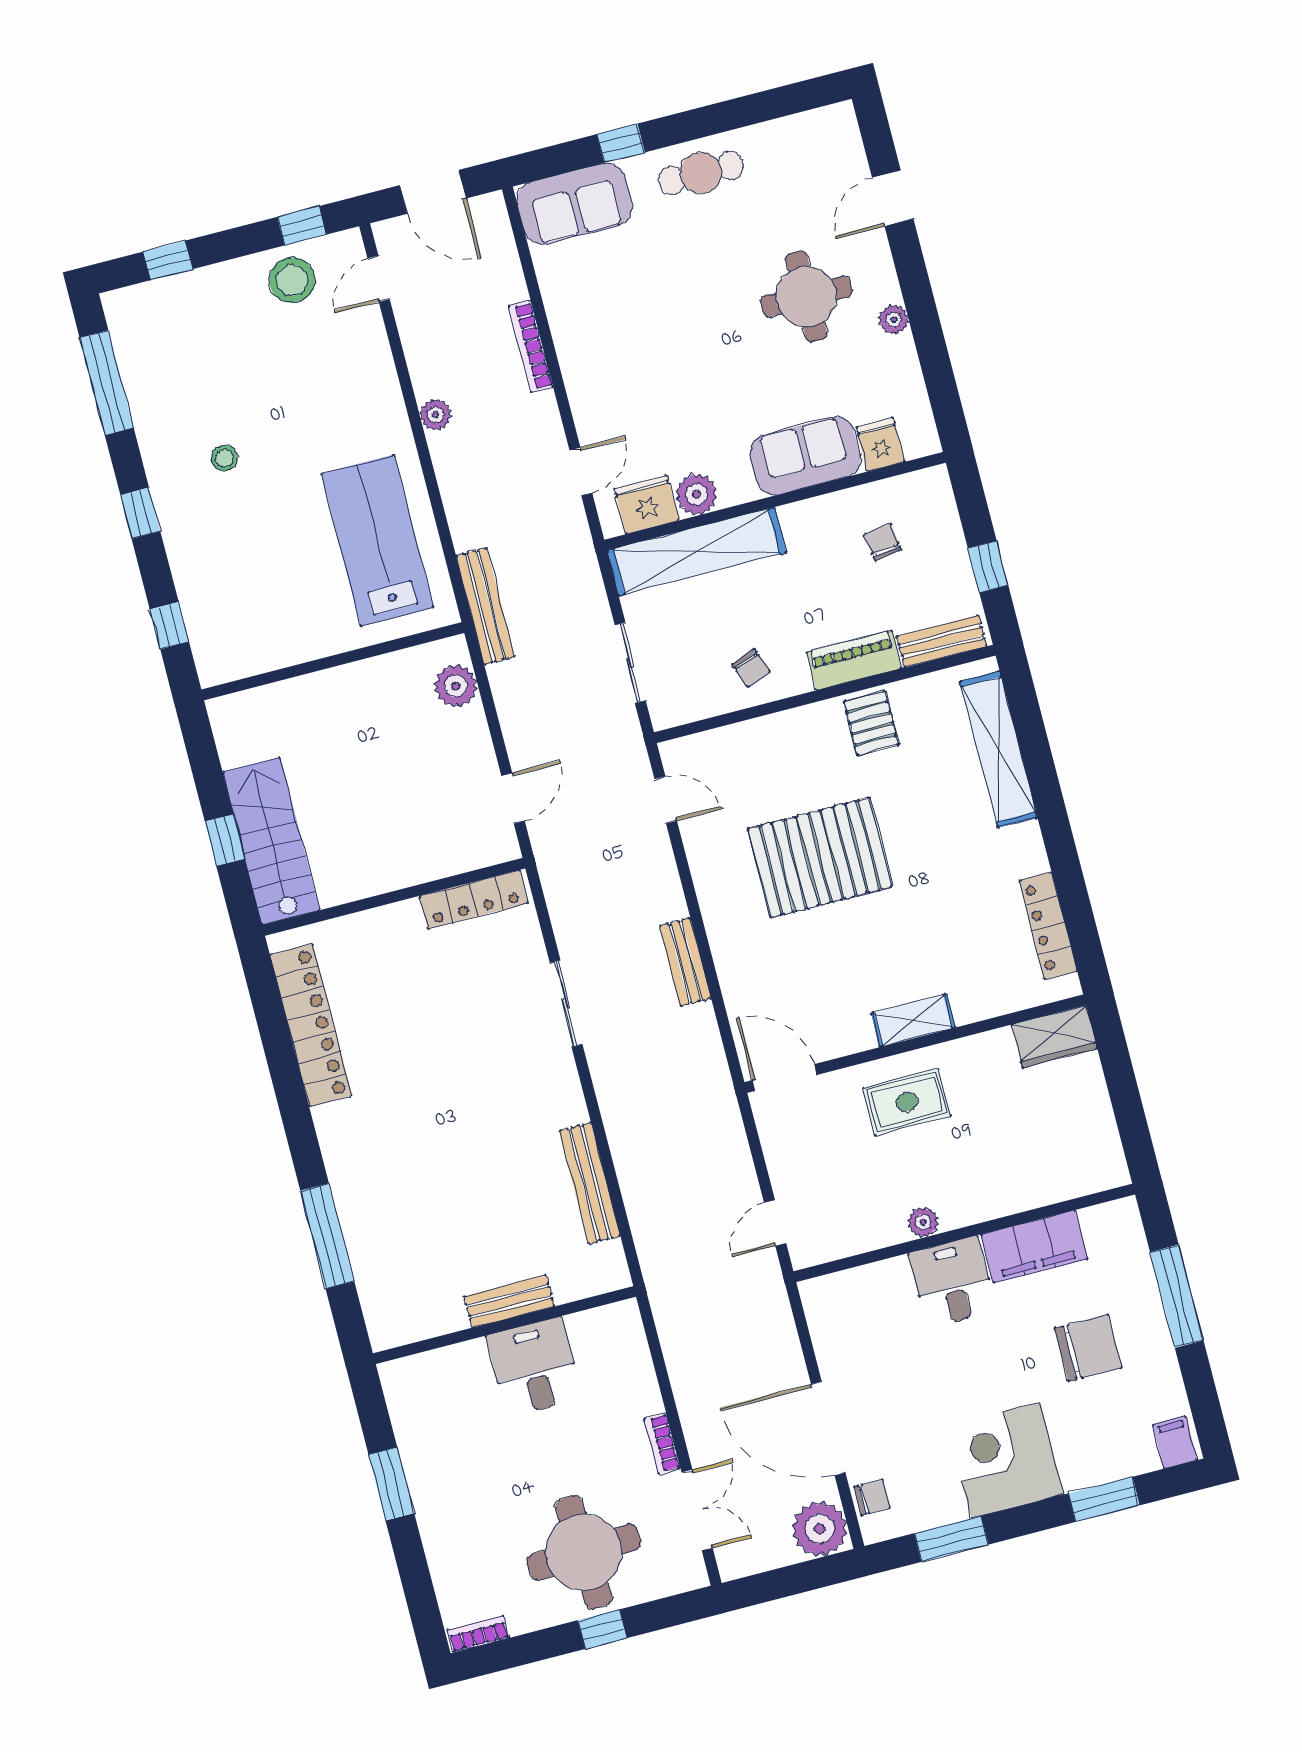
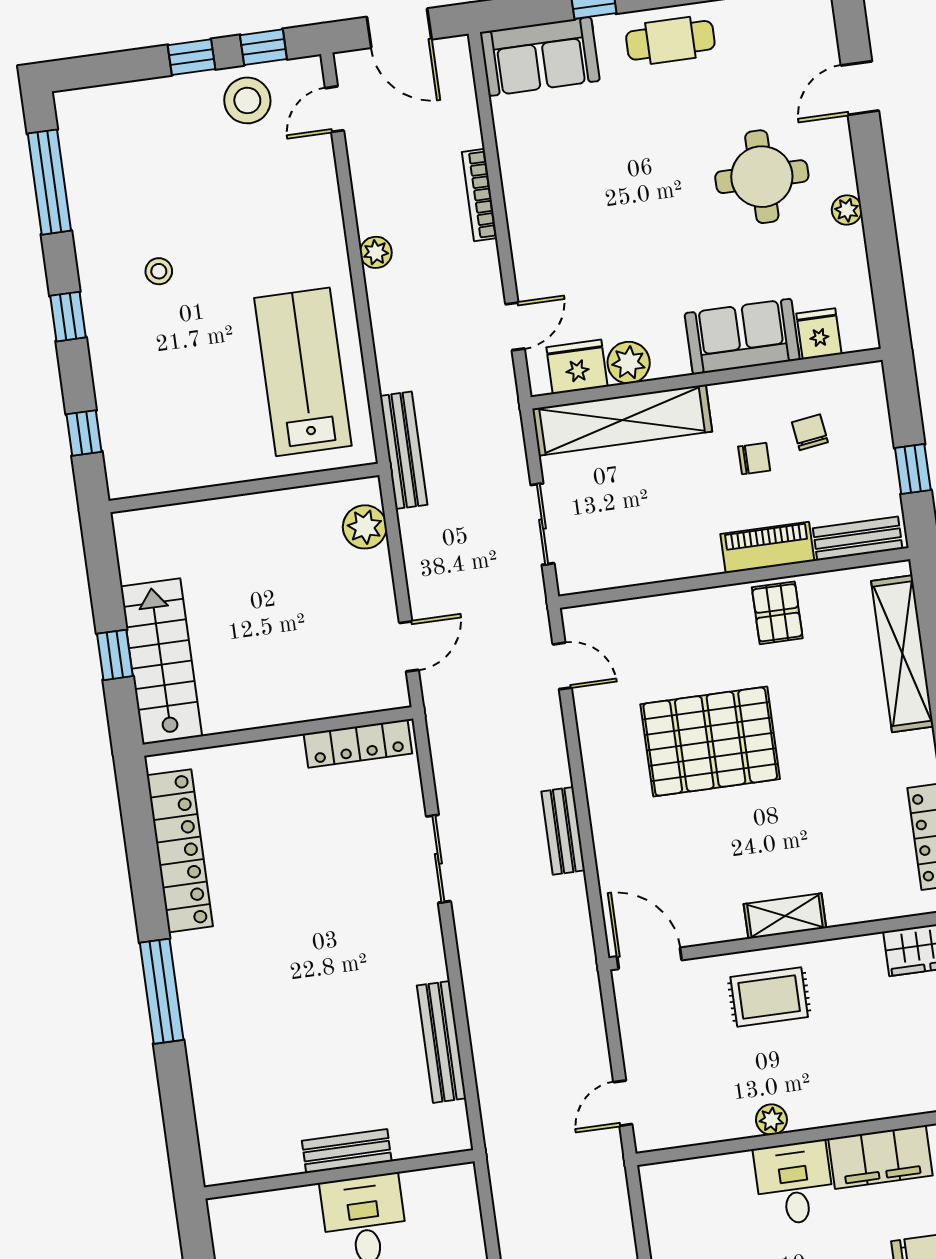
window: (168, 260) -> (191, 57), moved
chair: (751, 668) -> (754, 459), moved, turned -69
window: (327, 1236) -> (162, 991), moved

